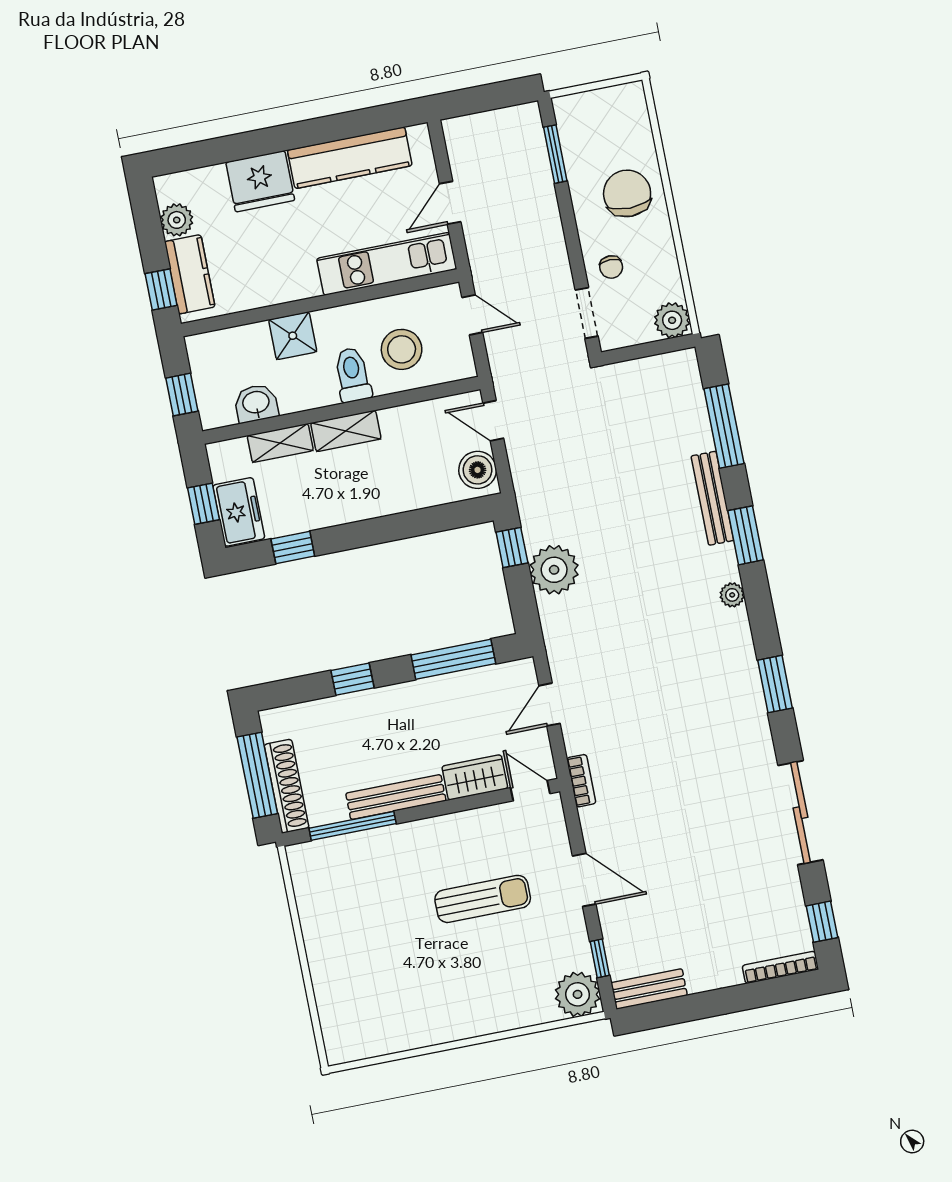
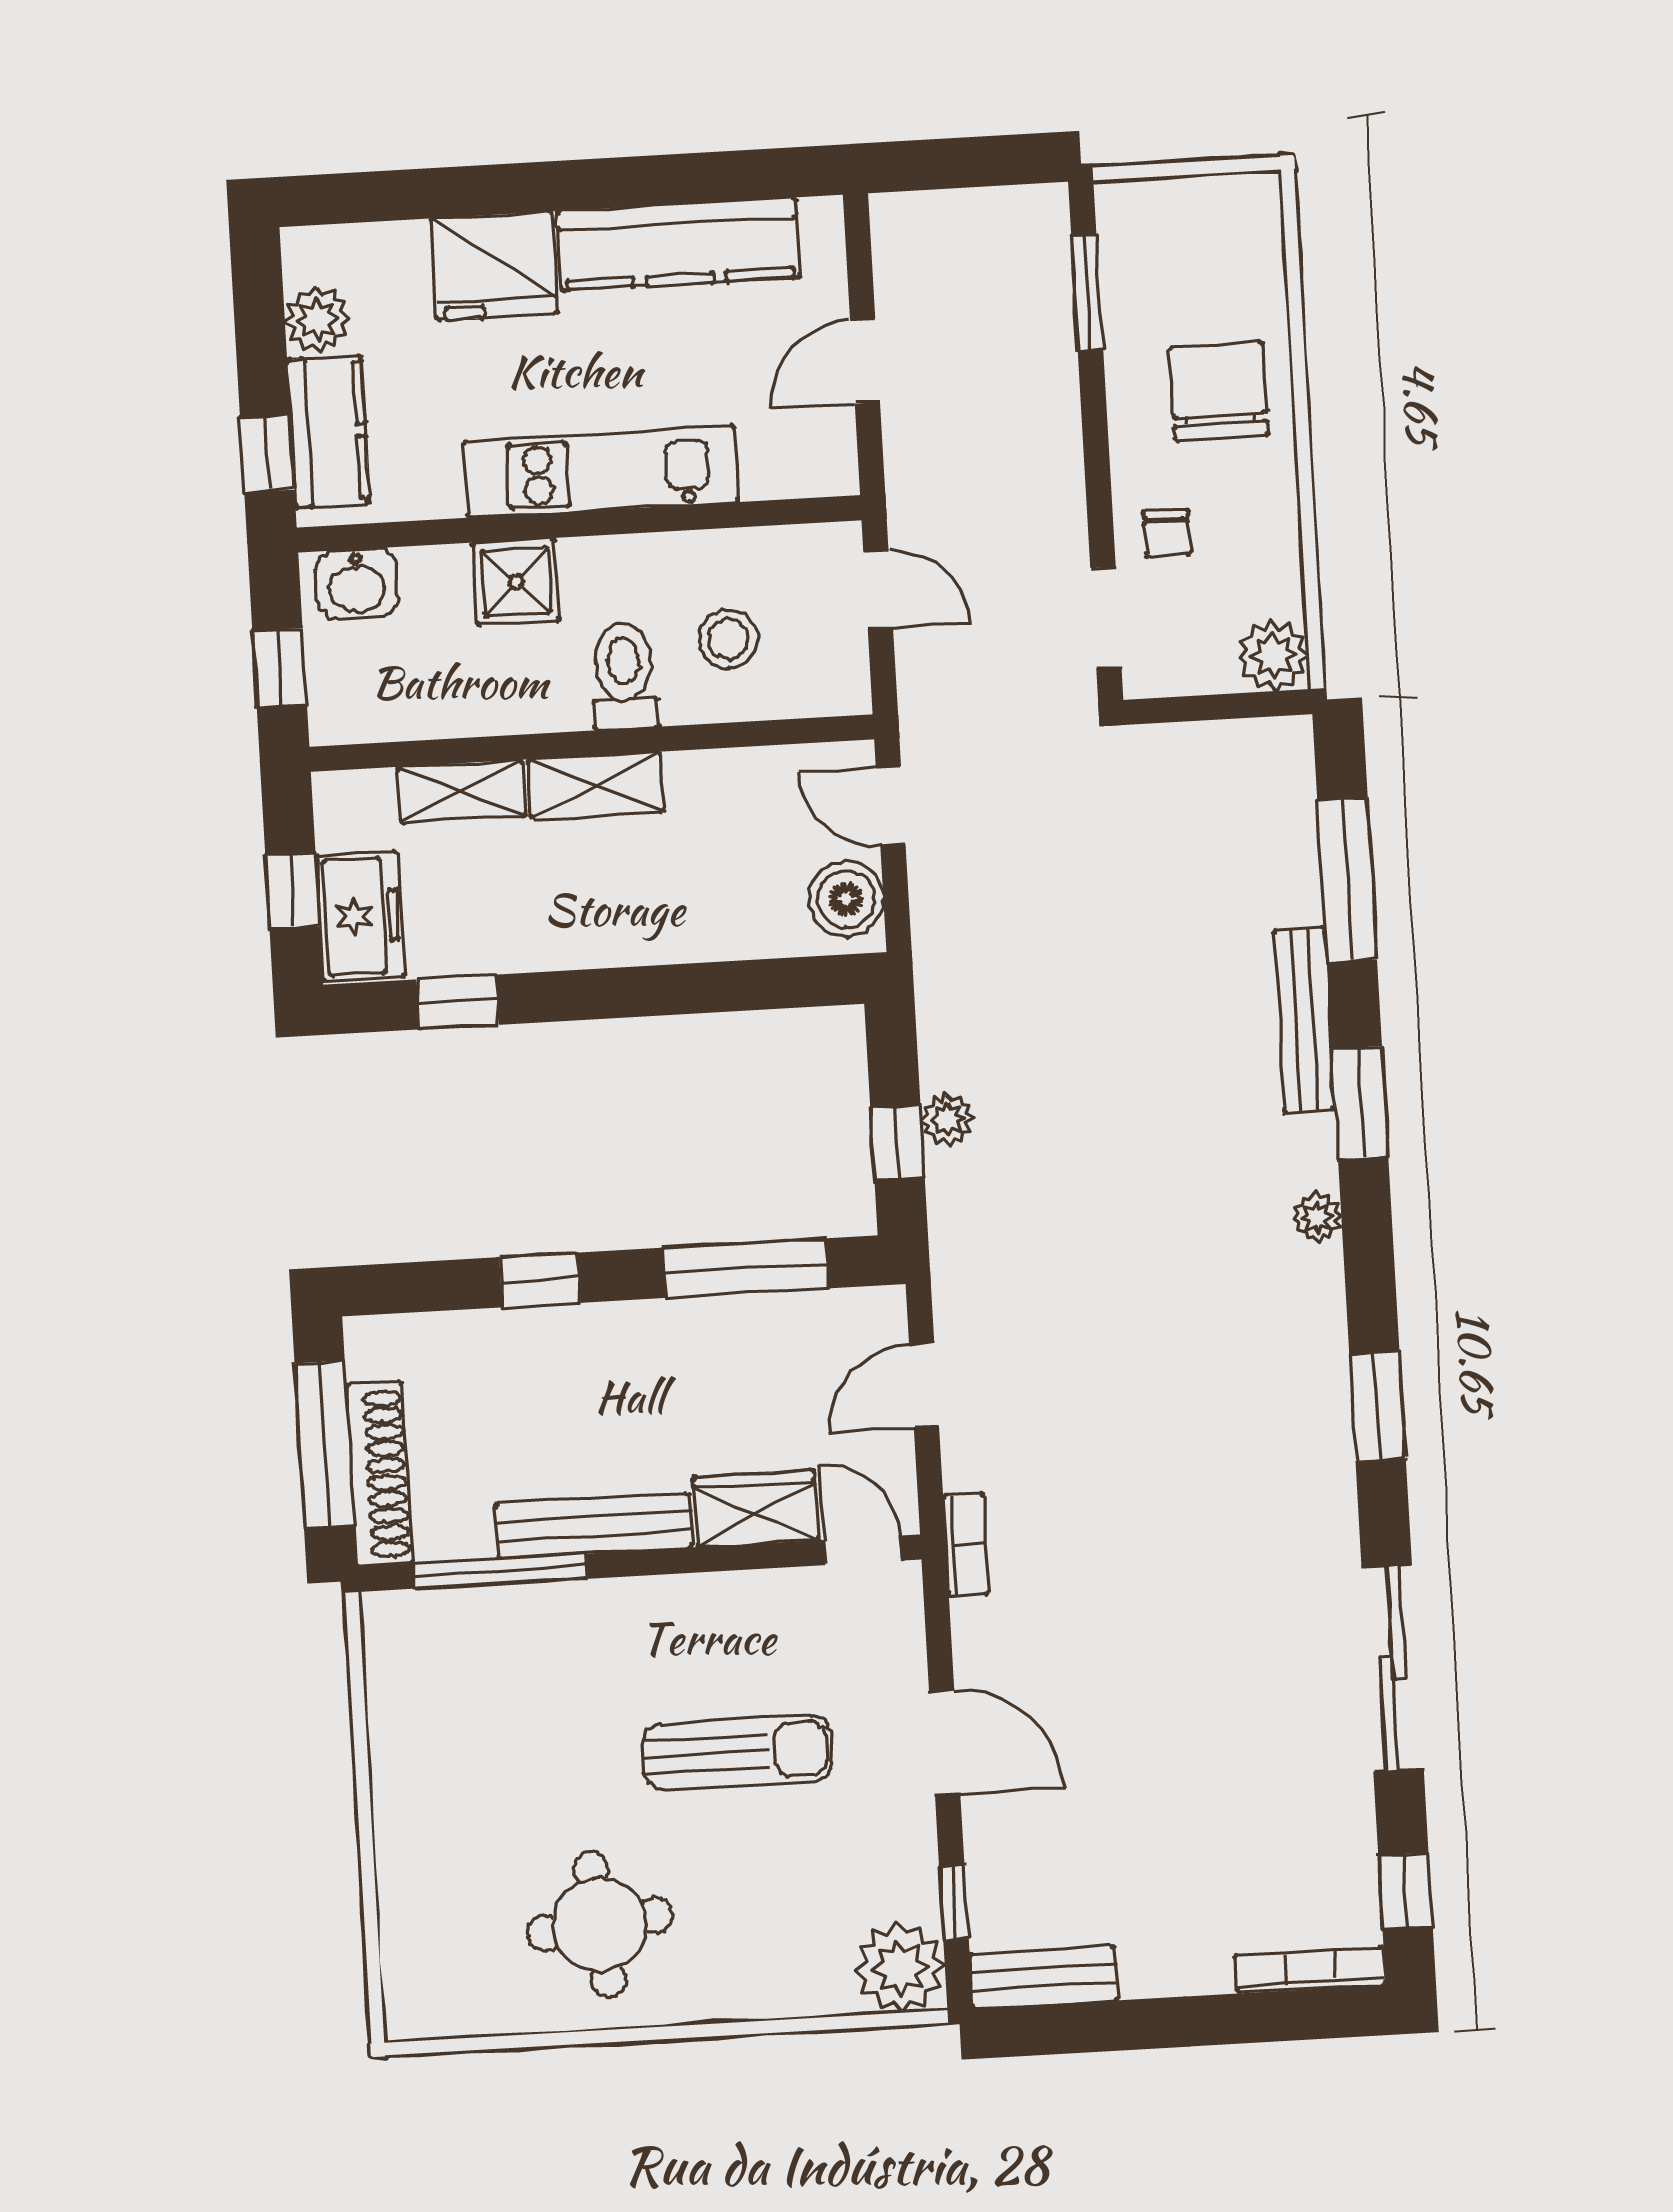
kitchen unit: (387, 264) -> (601, 472), moved
stool: (402, 349) -> (728, 639), width x0.73, depth x0.73
washbasin: (256, 403) -> (357, 584), moved, turned 180
window: (512, 547) -> (897, 1143), moved
plant: (554, 570) -> (948, 1120), width x0.53, depth x0.53
round table: (426, 993) -> (600, 1924), added

